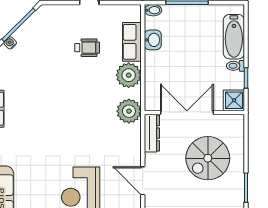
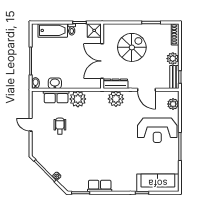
plant: (129, 111) -> (116, 99), moved
spiral stairs: (208, 158) -> (132, 47), turned -90
door: (143, 181) -> (147, 90), hinge flipped

